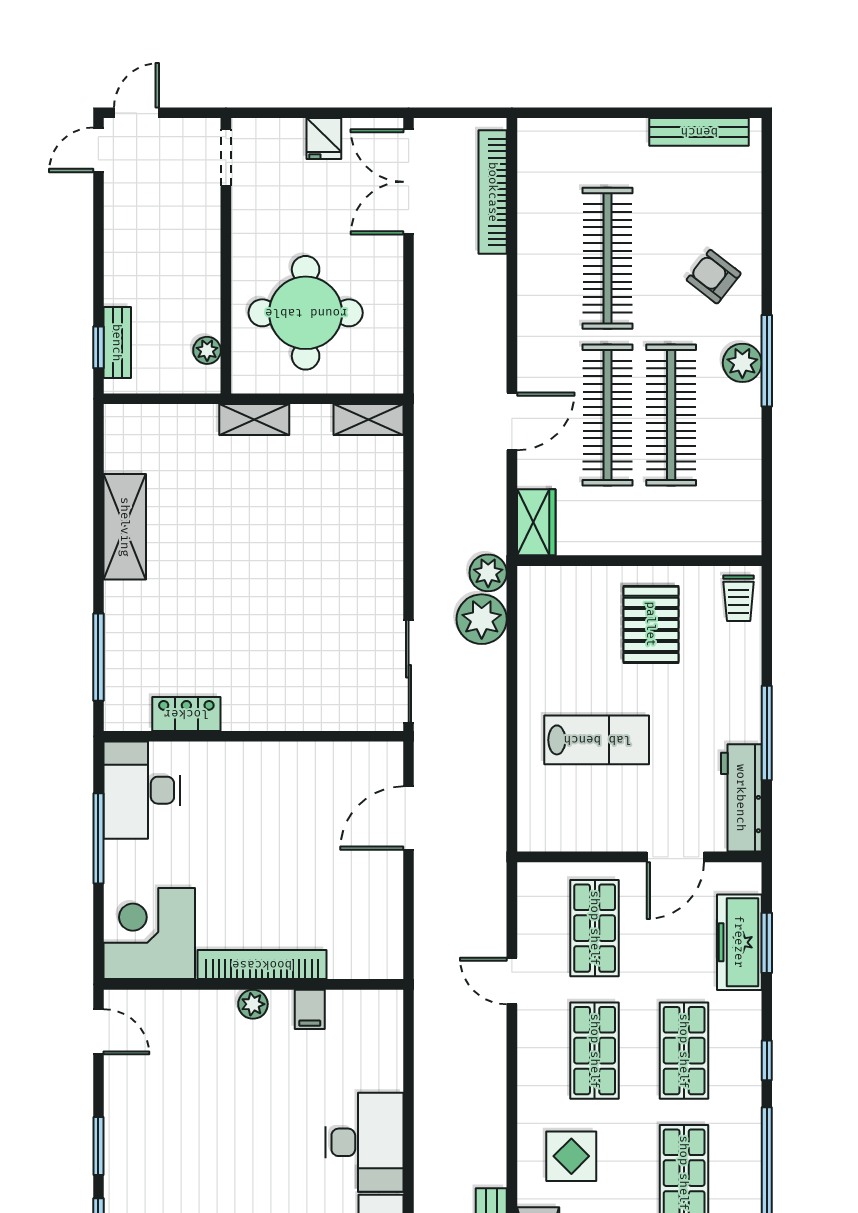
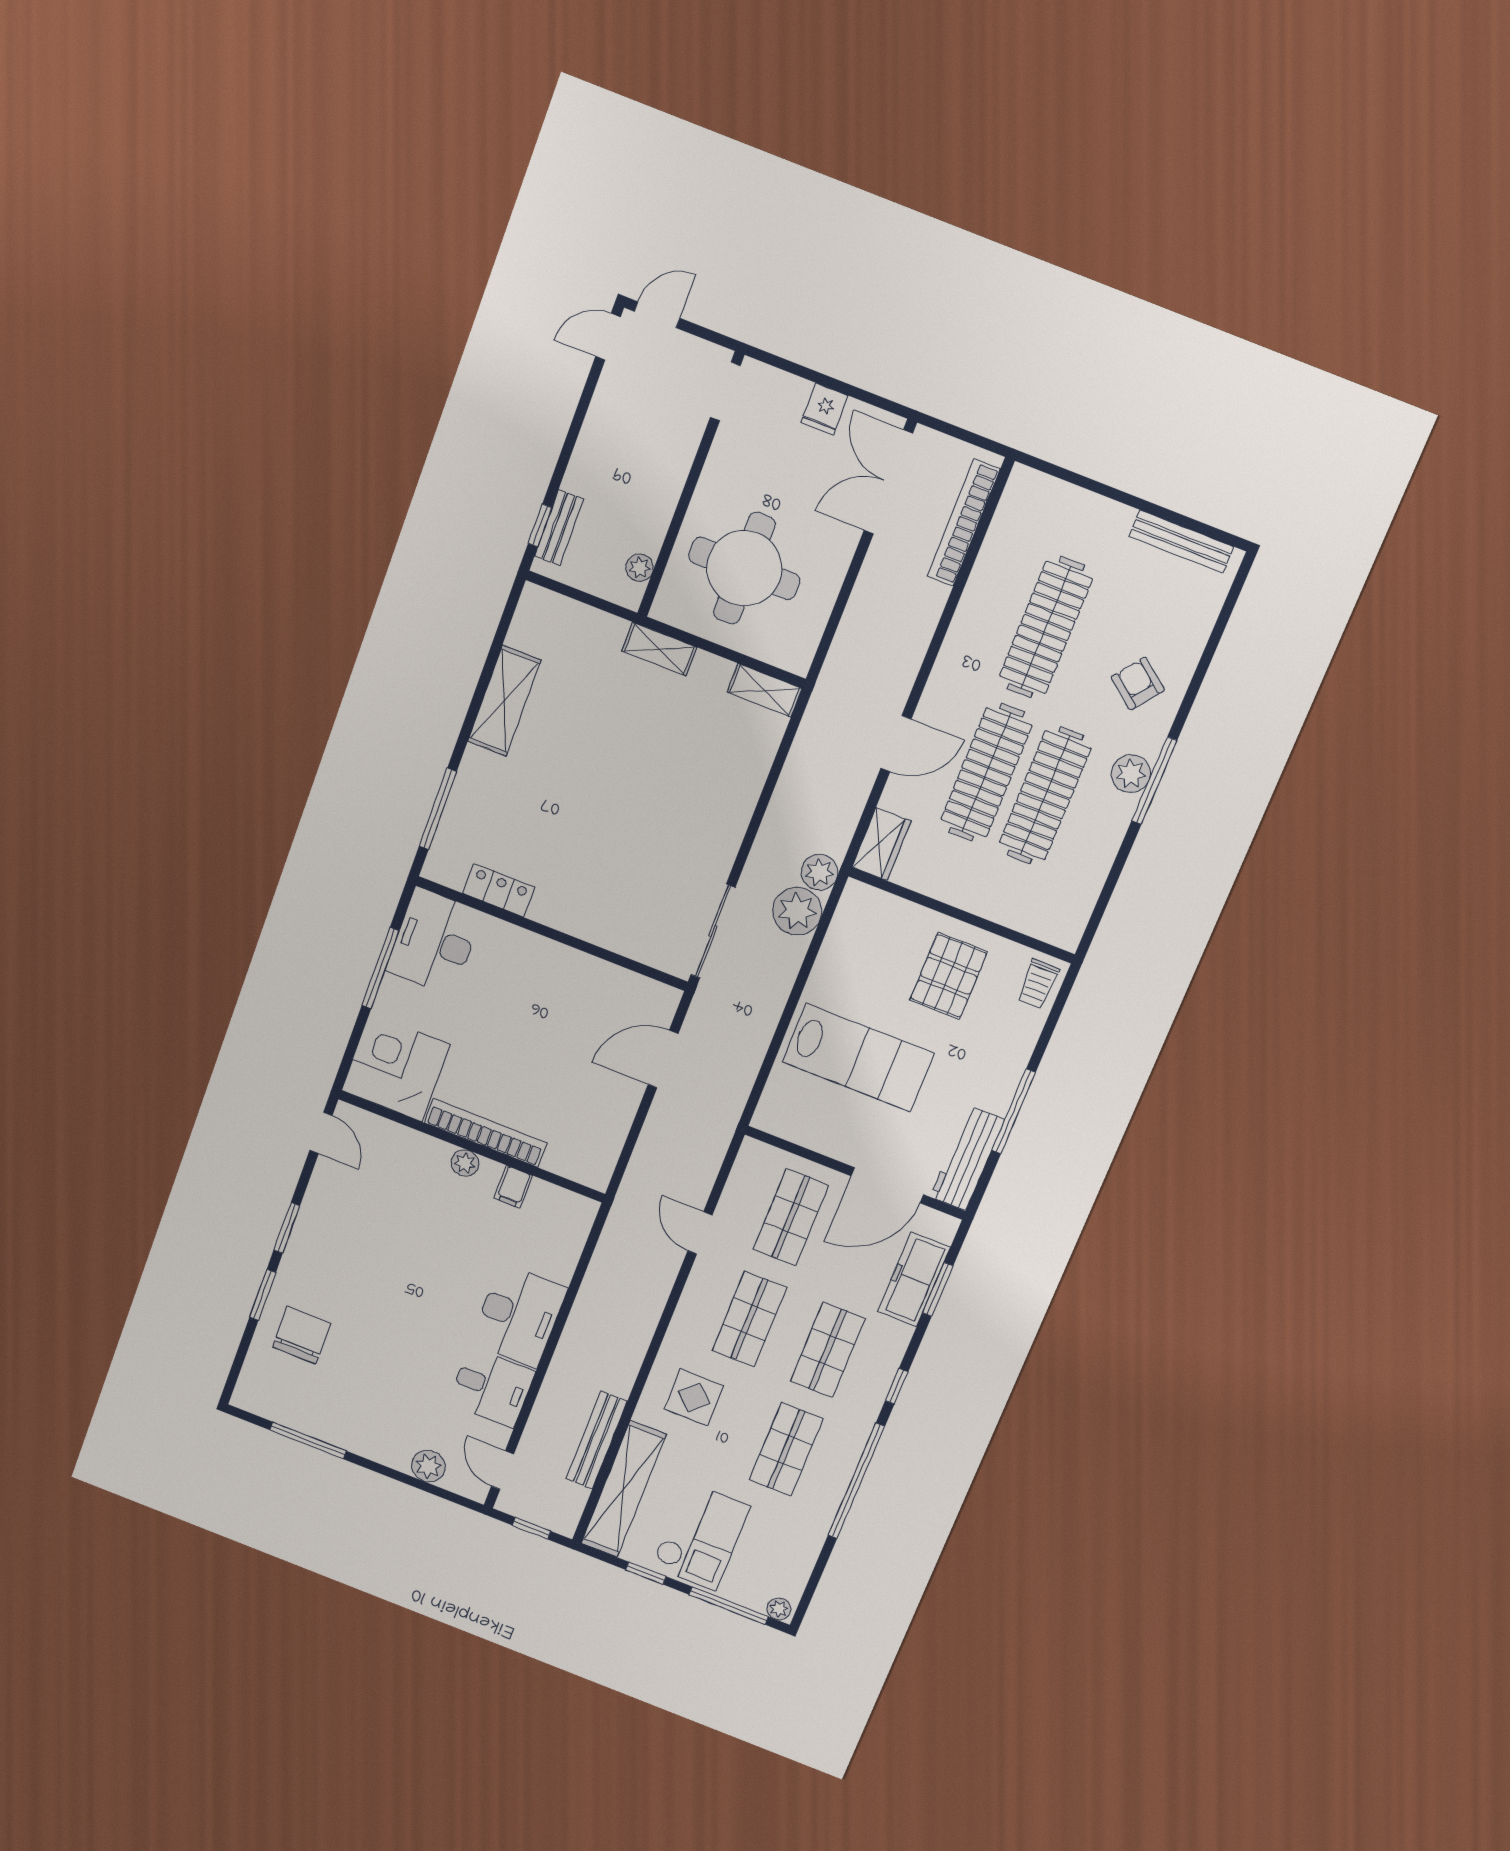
lab bench: (597, 740) -> (858, 1058), width x1.36, depth x1.39
door: (675, 857) -> (887, 1185), width x1.36

